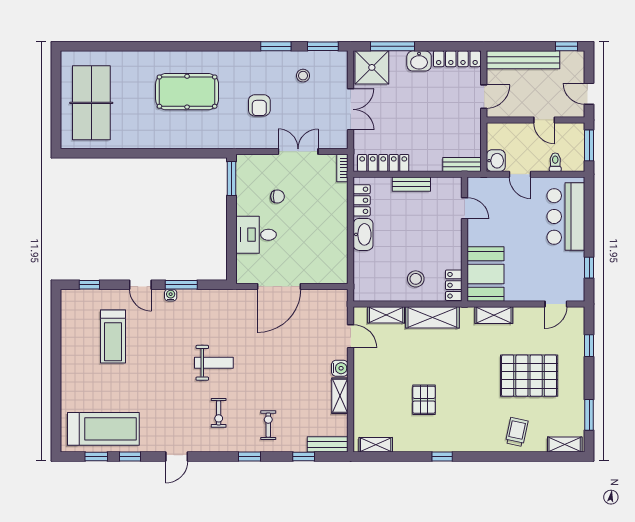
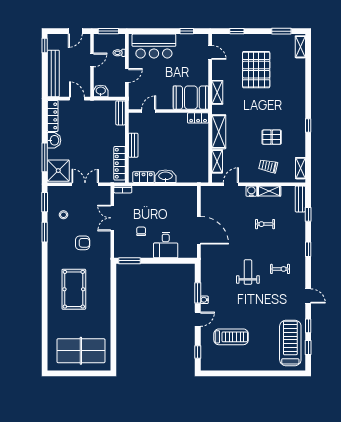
washbasin: (496, 161) -> (101, 91), moved
stool: (416, 279) -> (194, 142), removed
exercise bike: (268, 425) -> (265, 224), moved
trolley: (517, 432) -> (268, 166), moved

